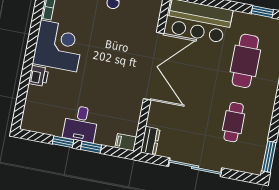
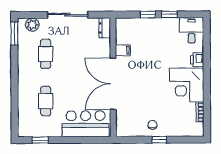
cafe table: (245, 61) -> (46, 101), width x0.73, depth x0.74
desk: (81, 124) -> (192, 30), moved
filing cabinet: (126, 142) -> (123, 50), moved
plant: (243, 163) -> (32, 25), added

